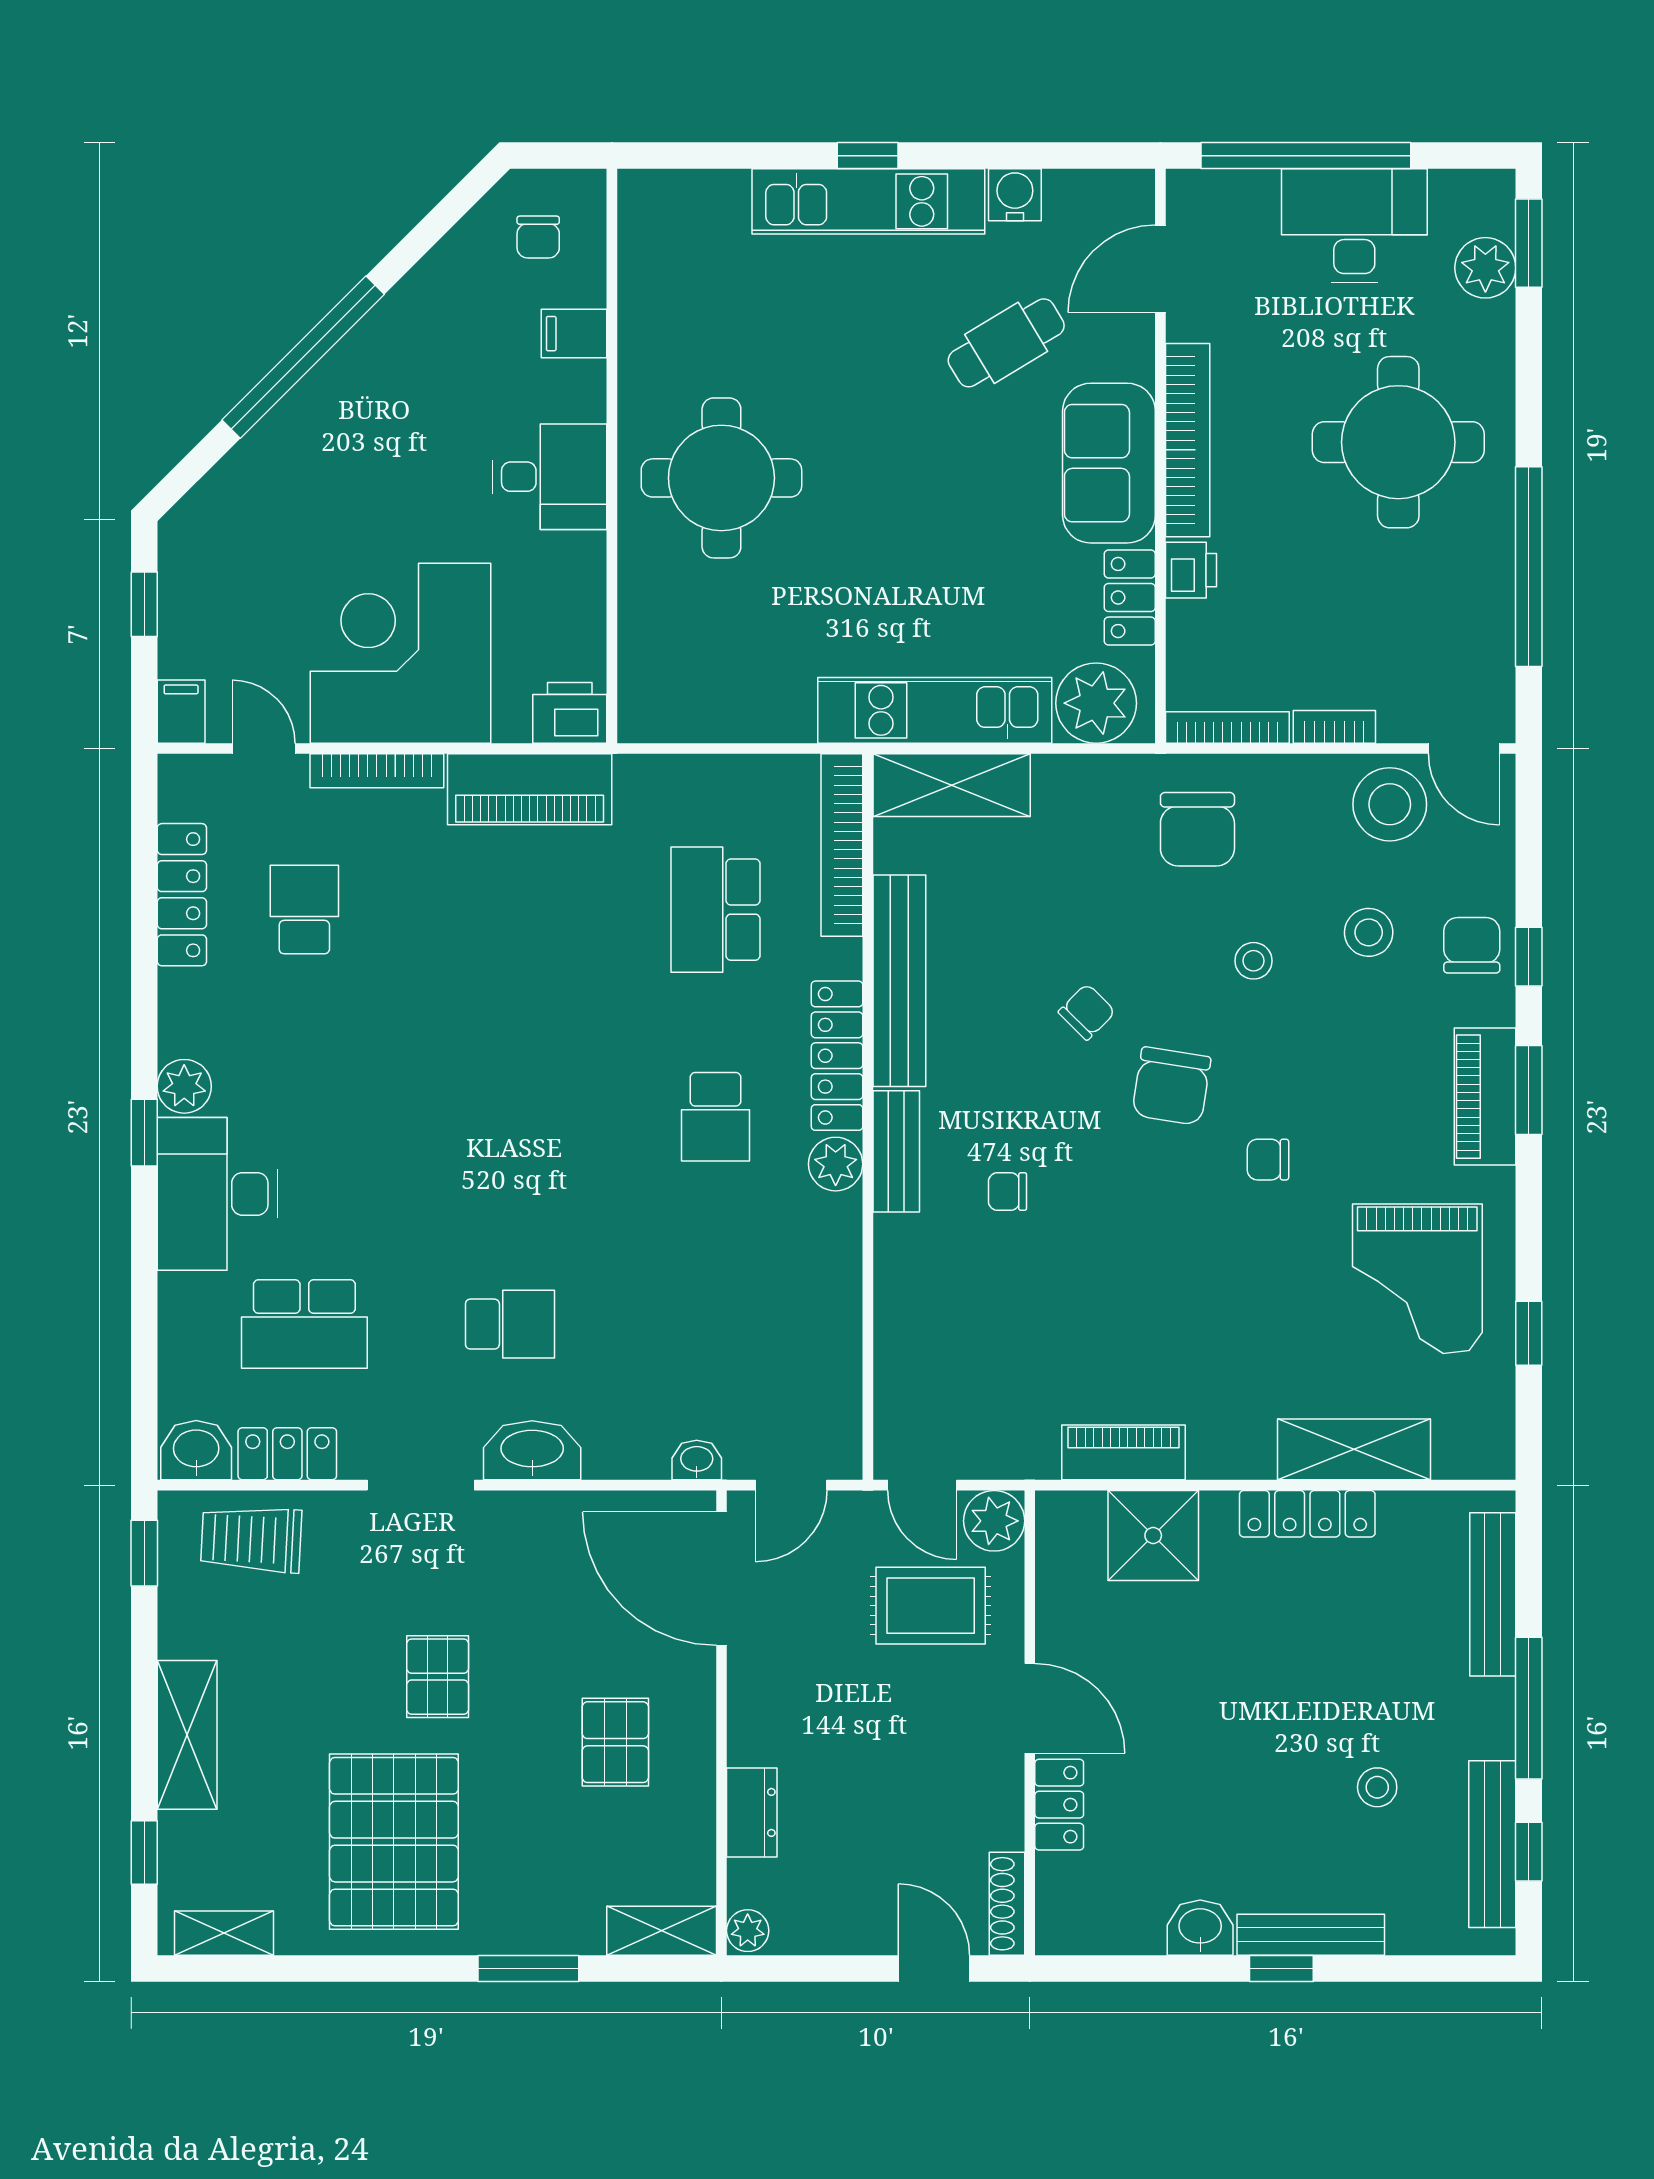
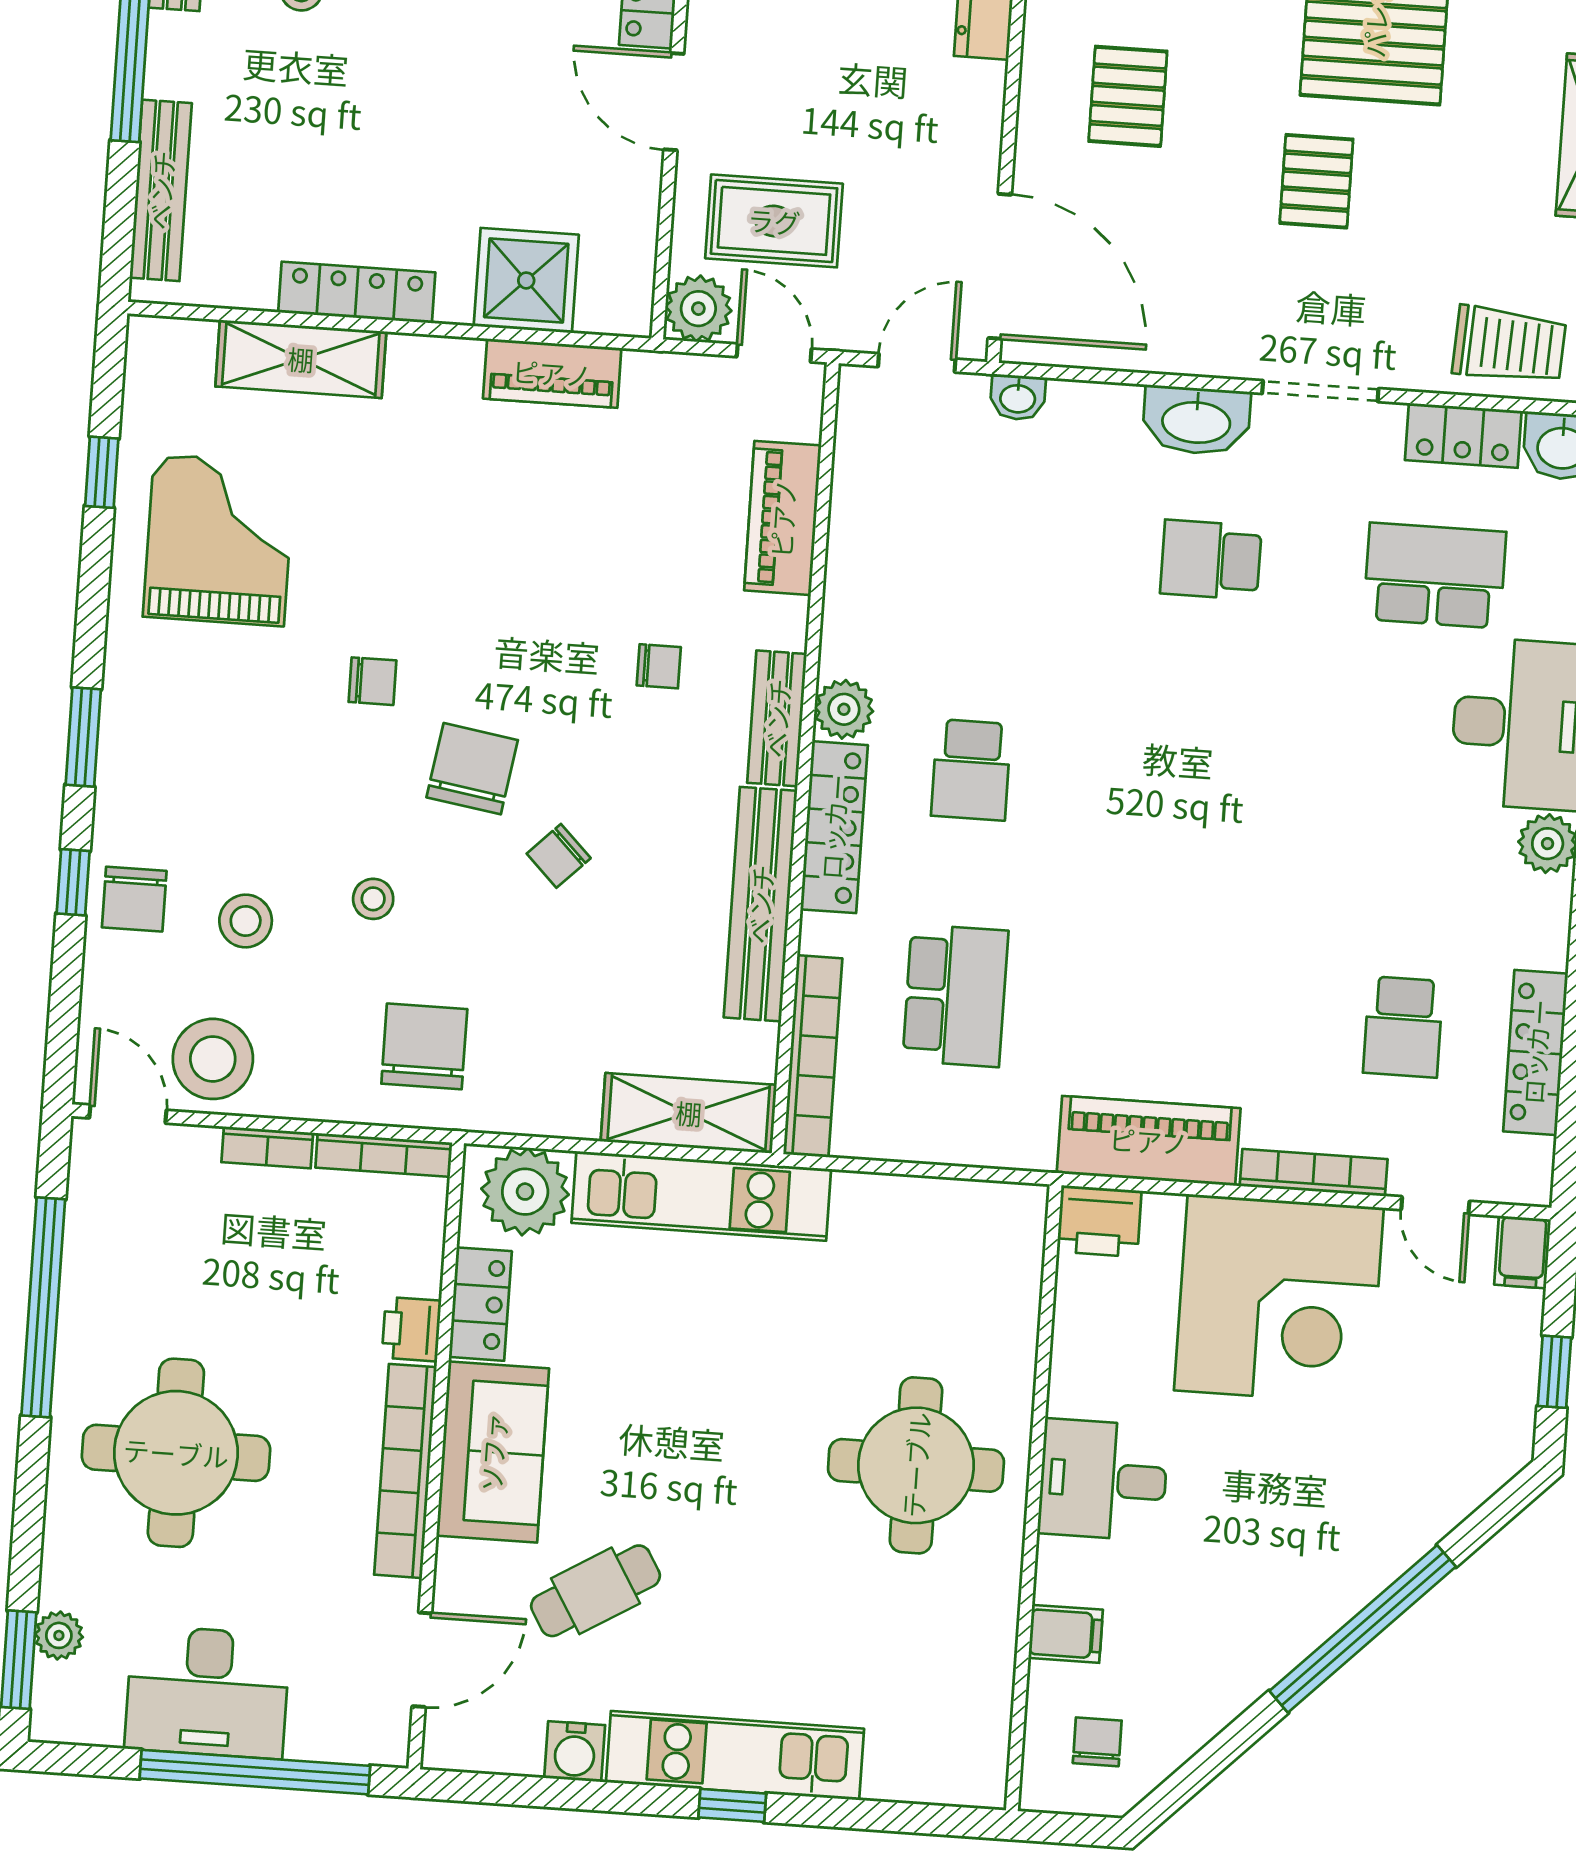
plant: (1485, 268) -> (59, 1635), width x0.73, depth x0.73
piano: (1485, 1097) -> (783, 518), moved, turned 180
school desk: (715, 1117) -> (971, 770), turned 180

